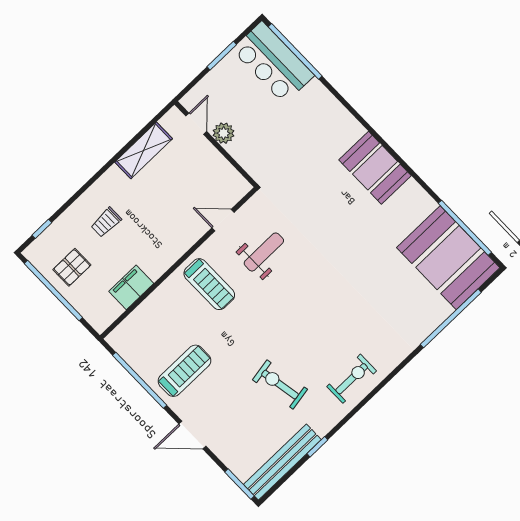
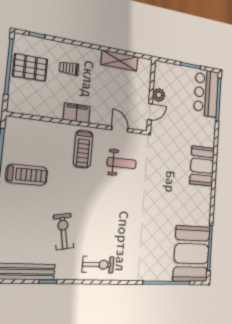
door: (196, 124) -> (150, 112), moved
booth: (375, 168) -> (202, 166), moved
pallet: (72, 267) -> (30, 67), width x1.50, depth x1.42
filing cabinet: (131, 287) -> (77, 113), moved

